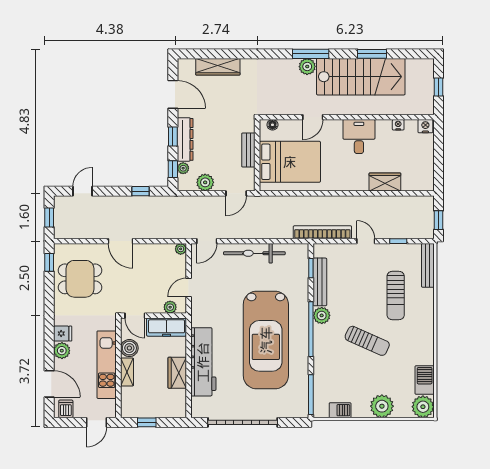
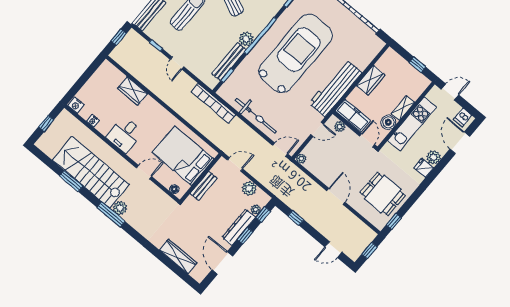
bookcase: (322, 232) -> (213, 103), moved
workbench: (203, 362) -> (335, 88), moved

